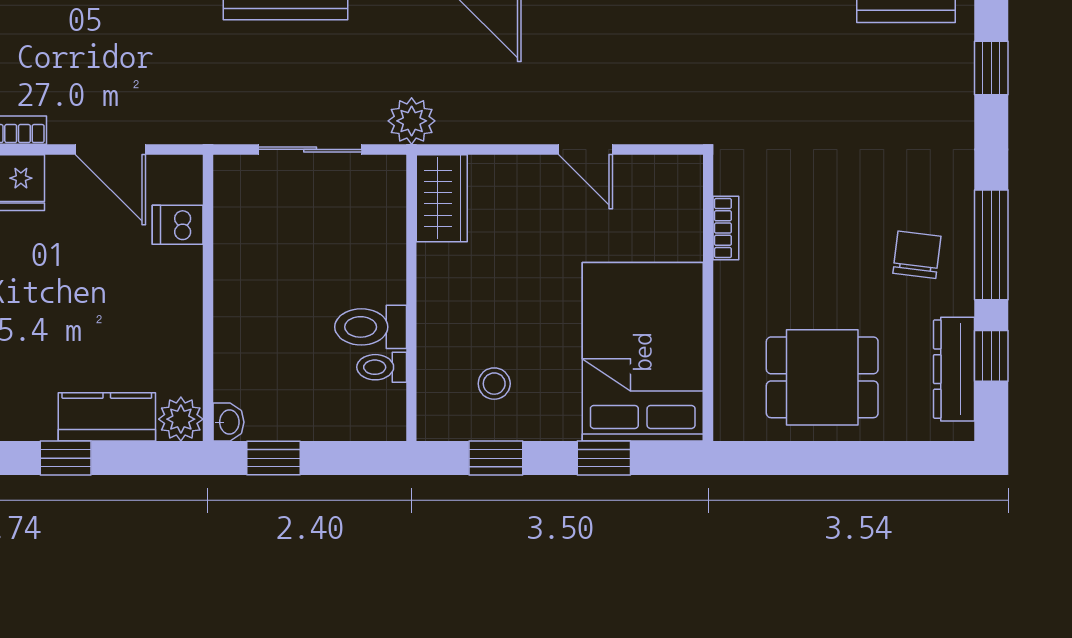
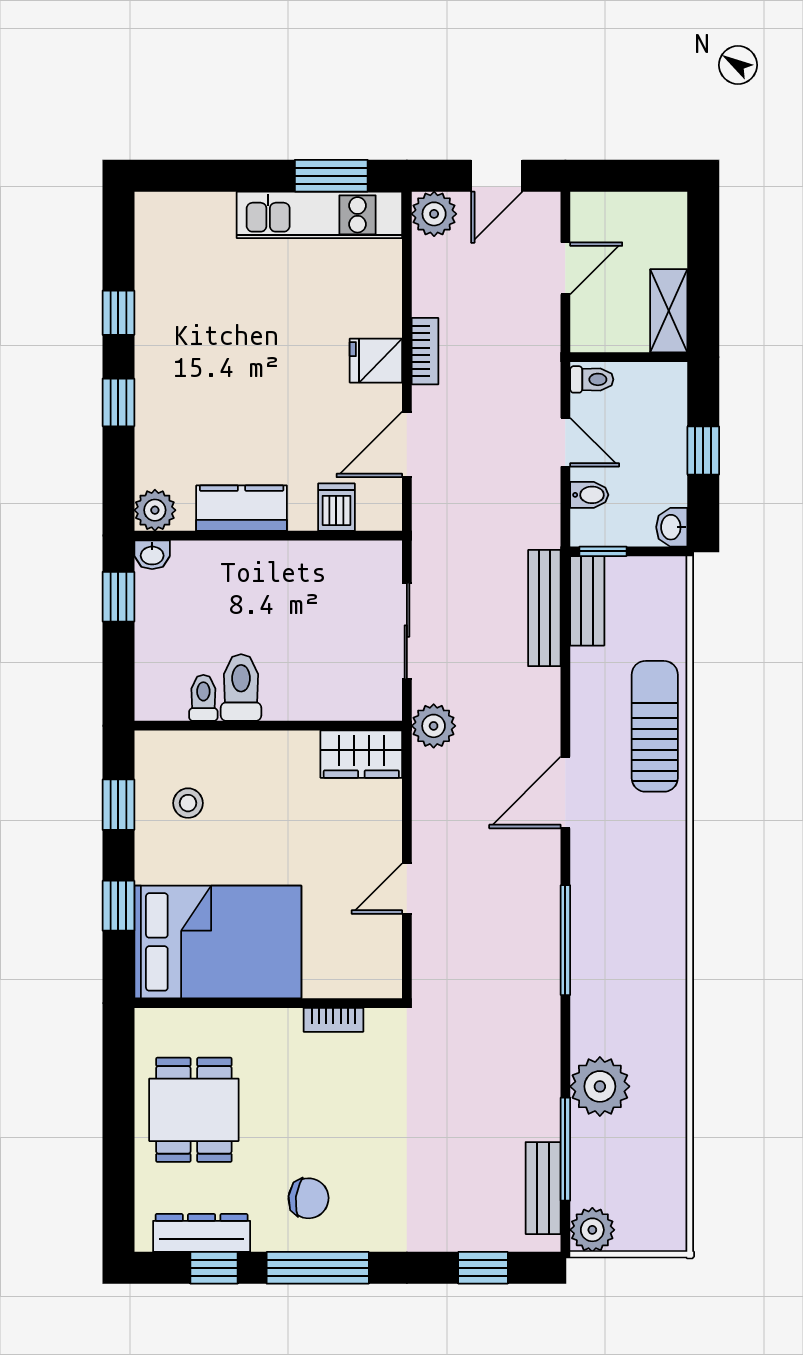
kitchen counter: (107, 417) -> (242, 508), moved, turned -90

